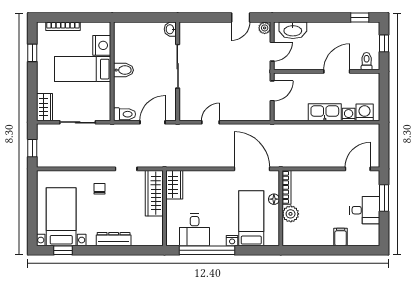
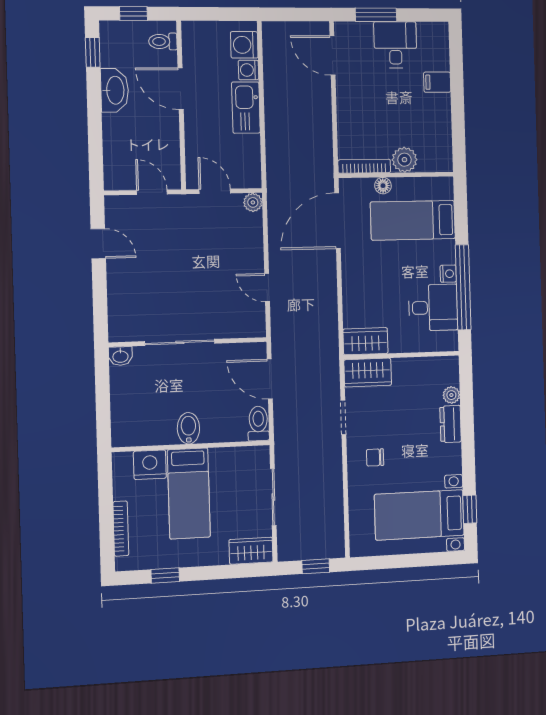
plant: (265, 28) -> (253, 202), moved
washbasin: (293, 30) -> (115, 90), moved
wardrobe: (154, 193) -> (368, 373), width x0.67
dresser: (114, 239) -> (451, 424), width x0.70
plant: (138, 240) -> (451, 395), added
nightstand: (232, 241) -> (448, 274), moved

